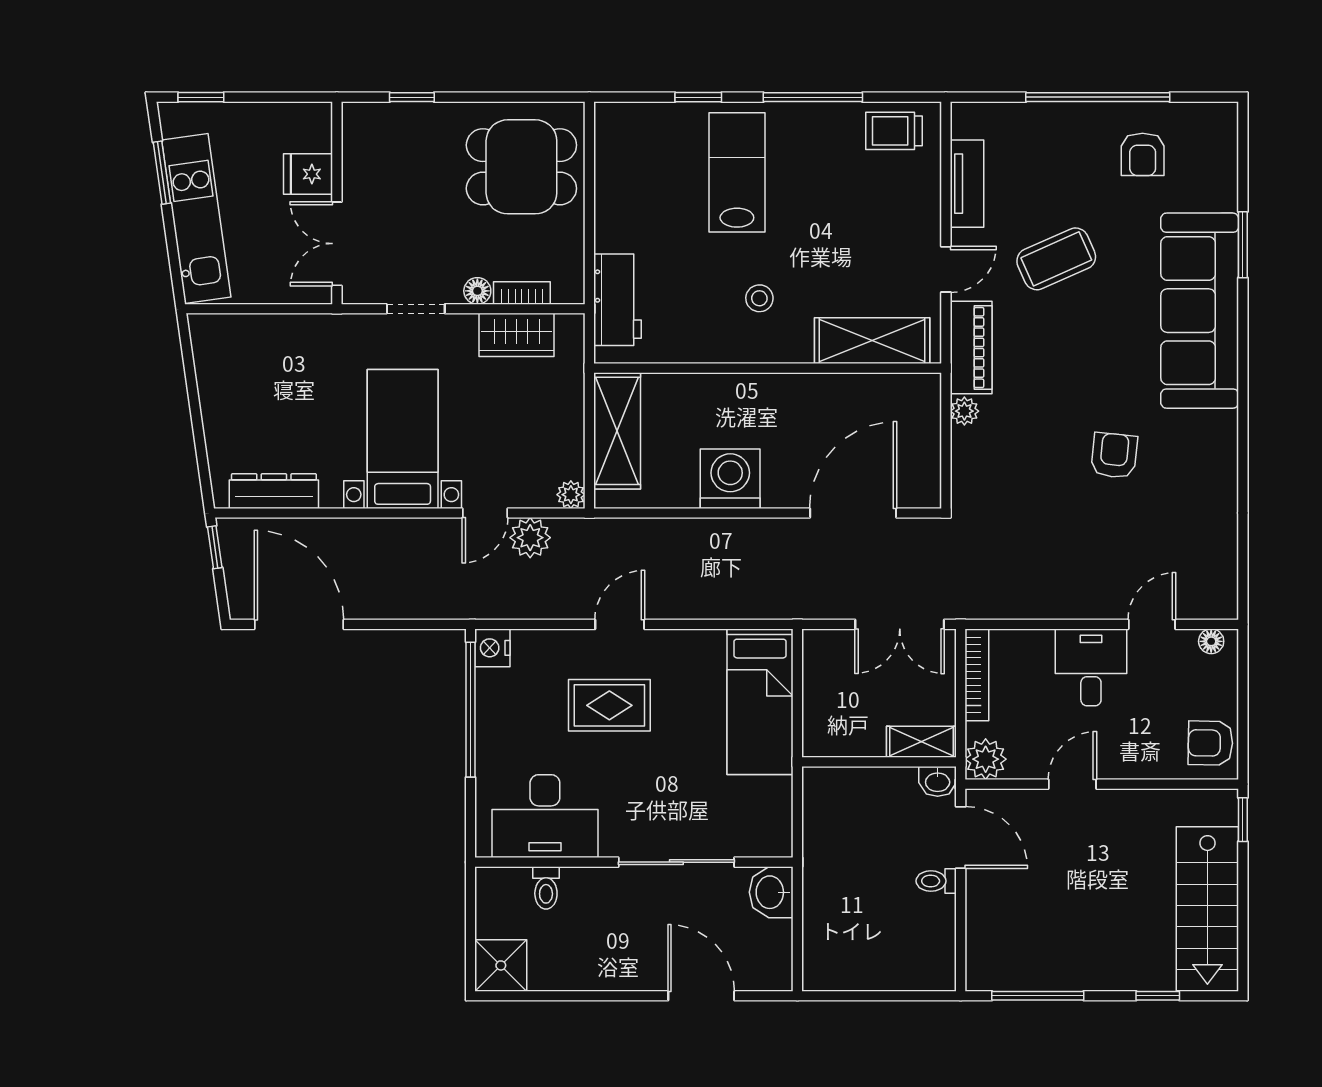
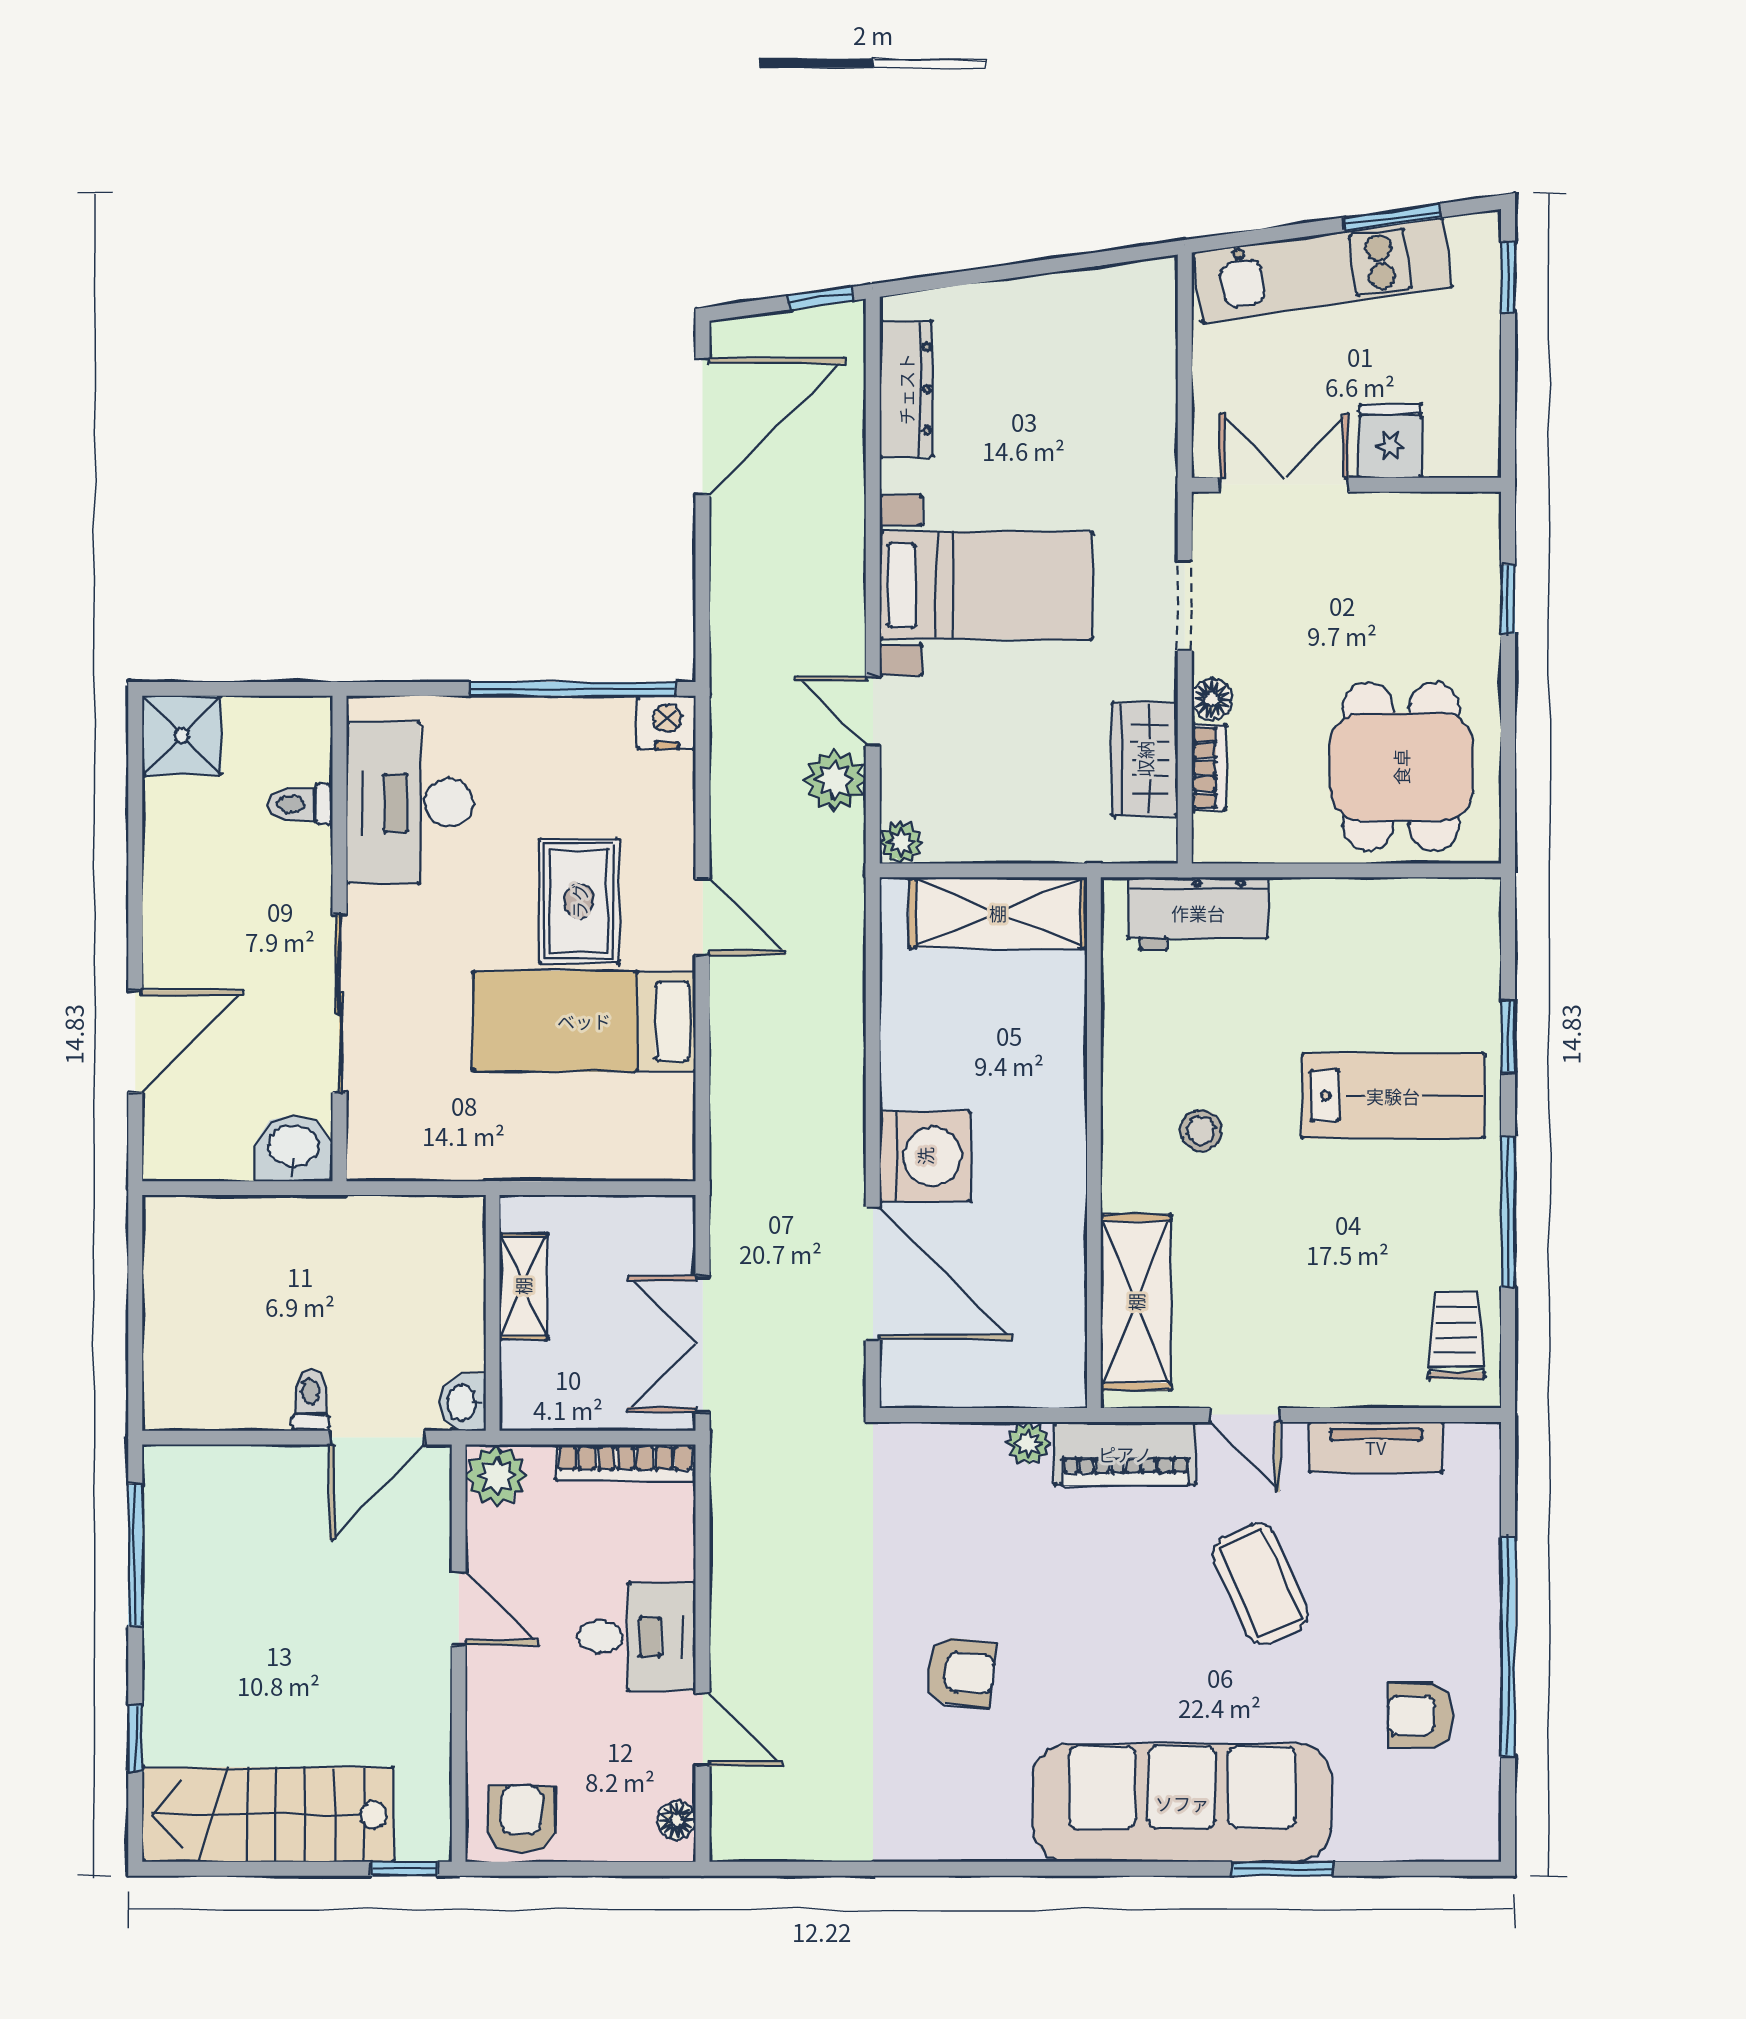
washing machine: (730, 479) -> (925, 1156), moved
bed: (760, 702) -> (584, 1021), moved
shelving: (921, 742) -> (523, 1286), moved

